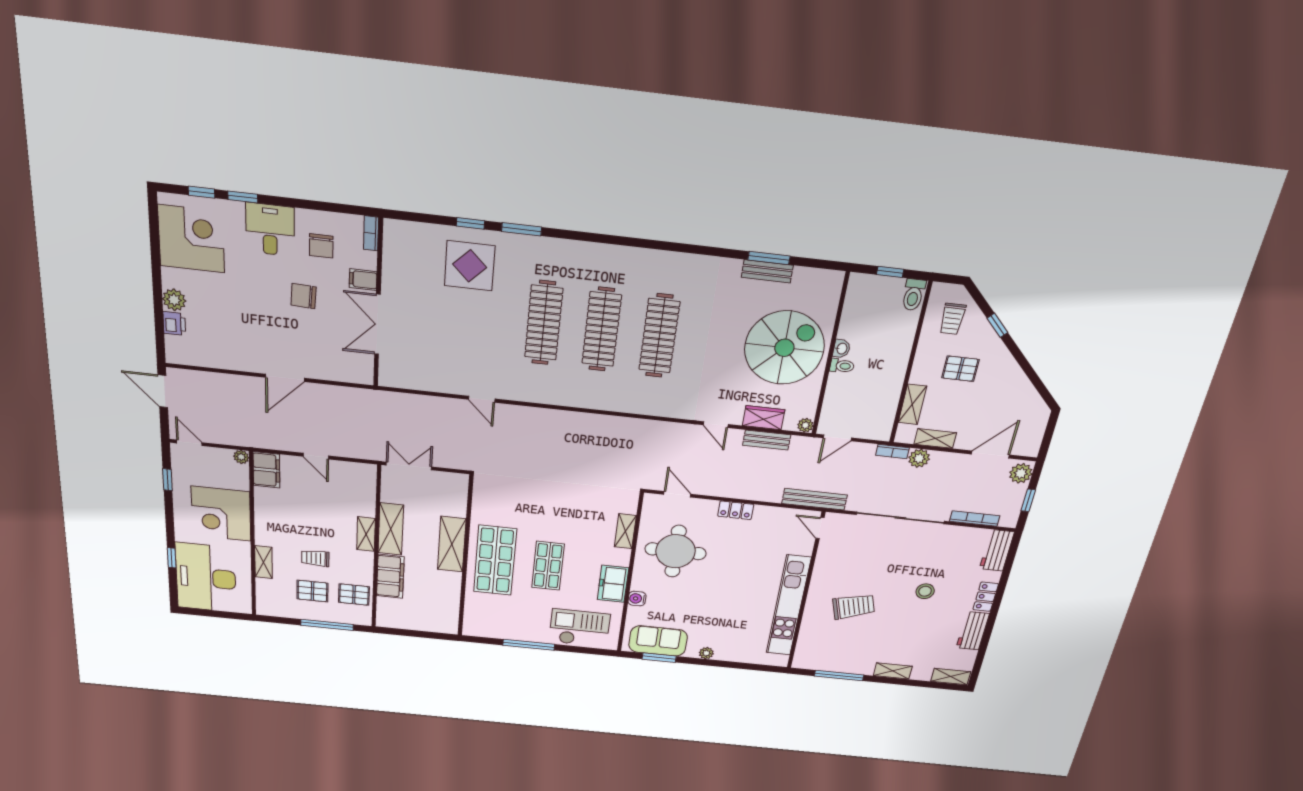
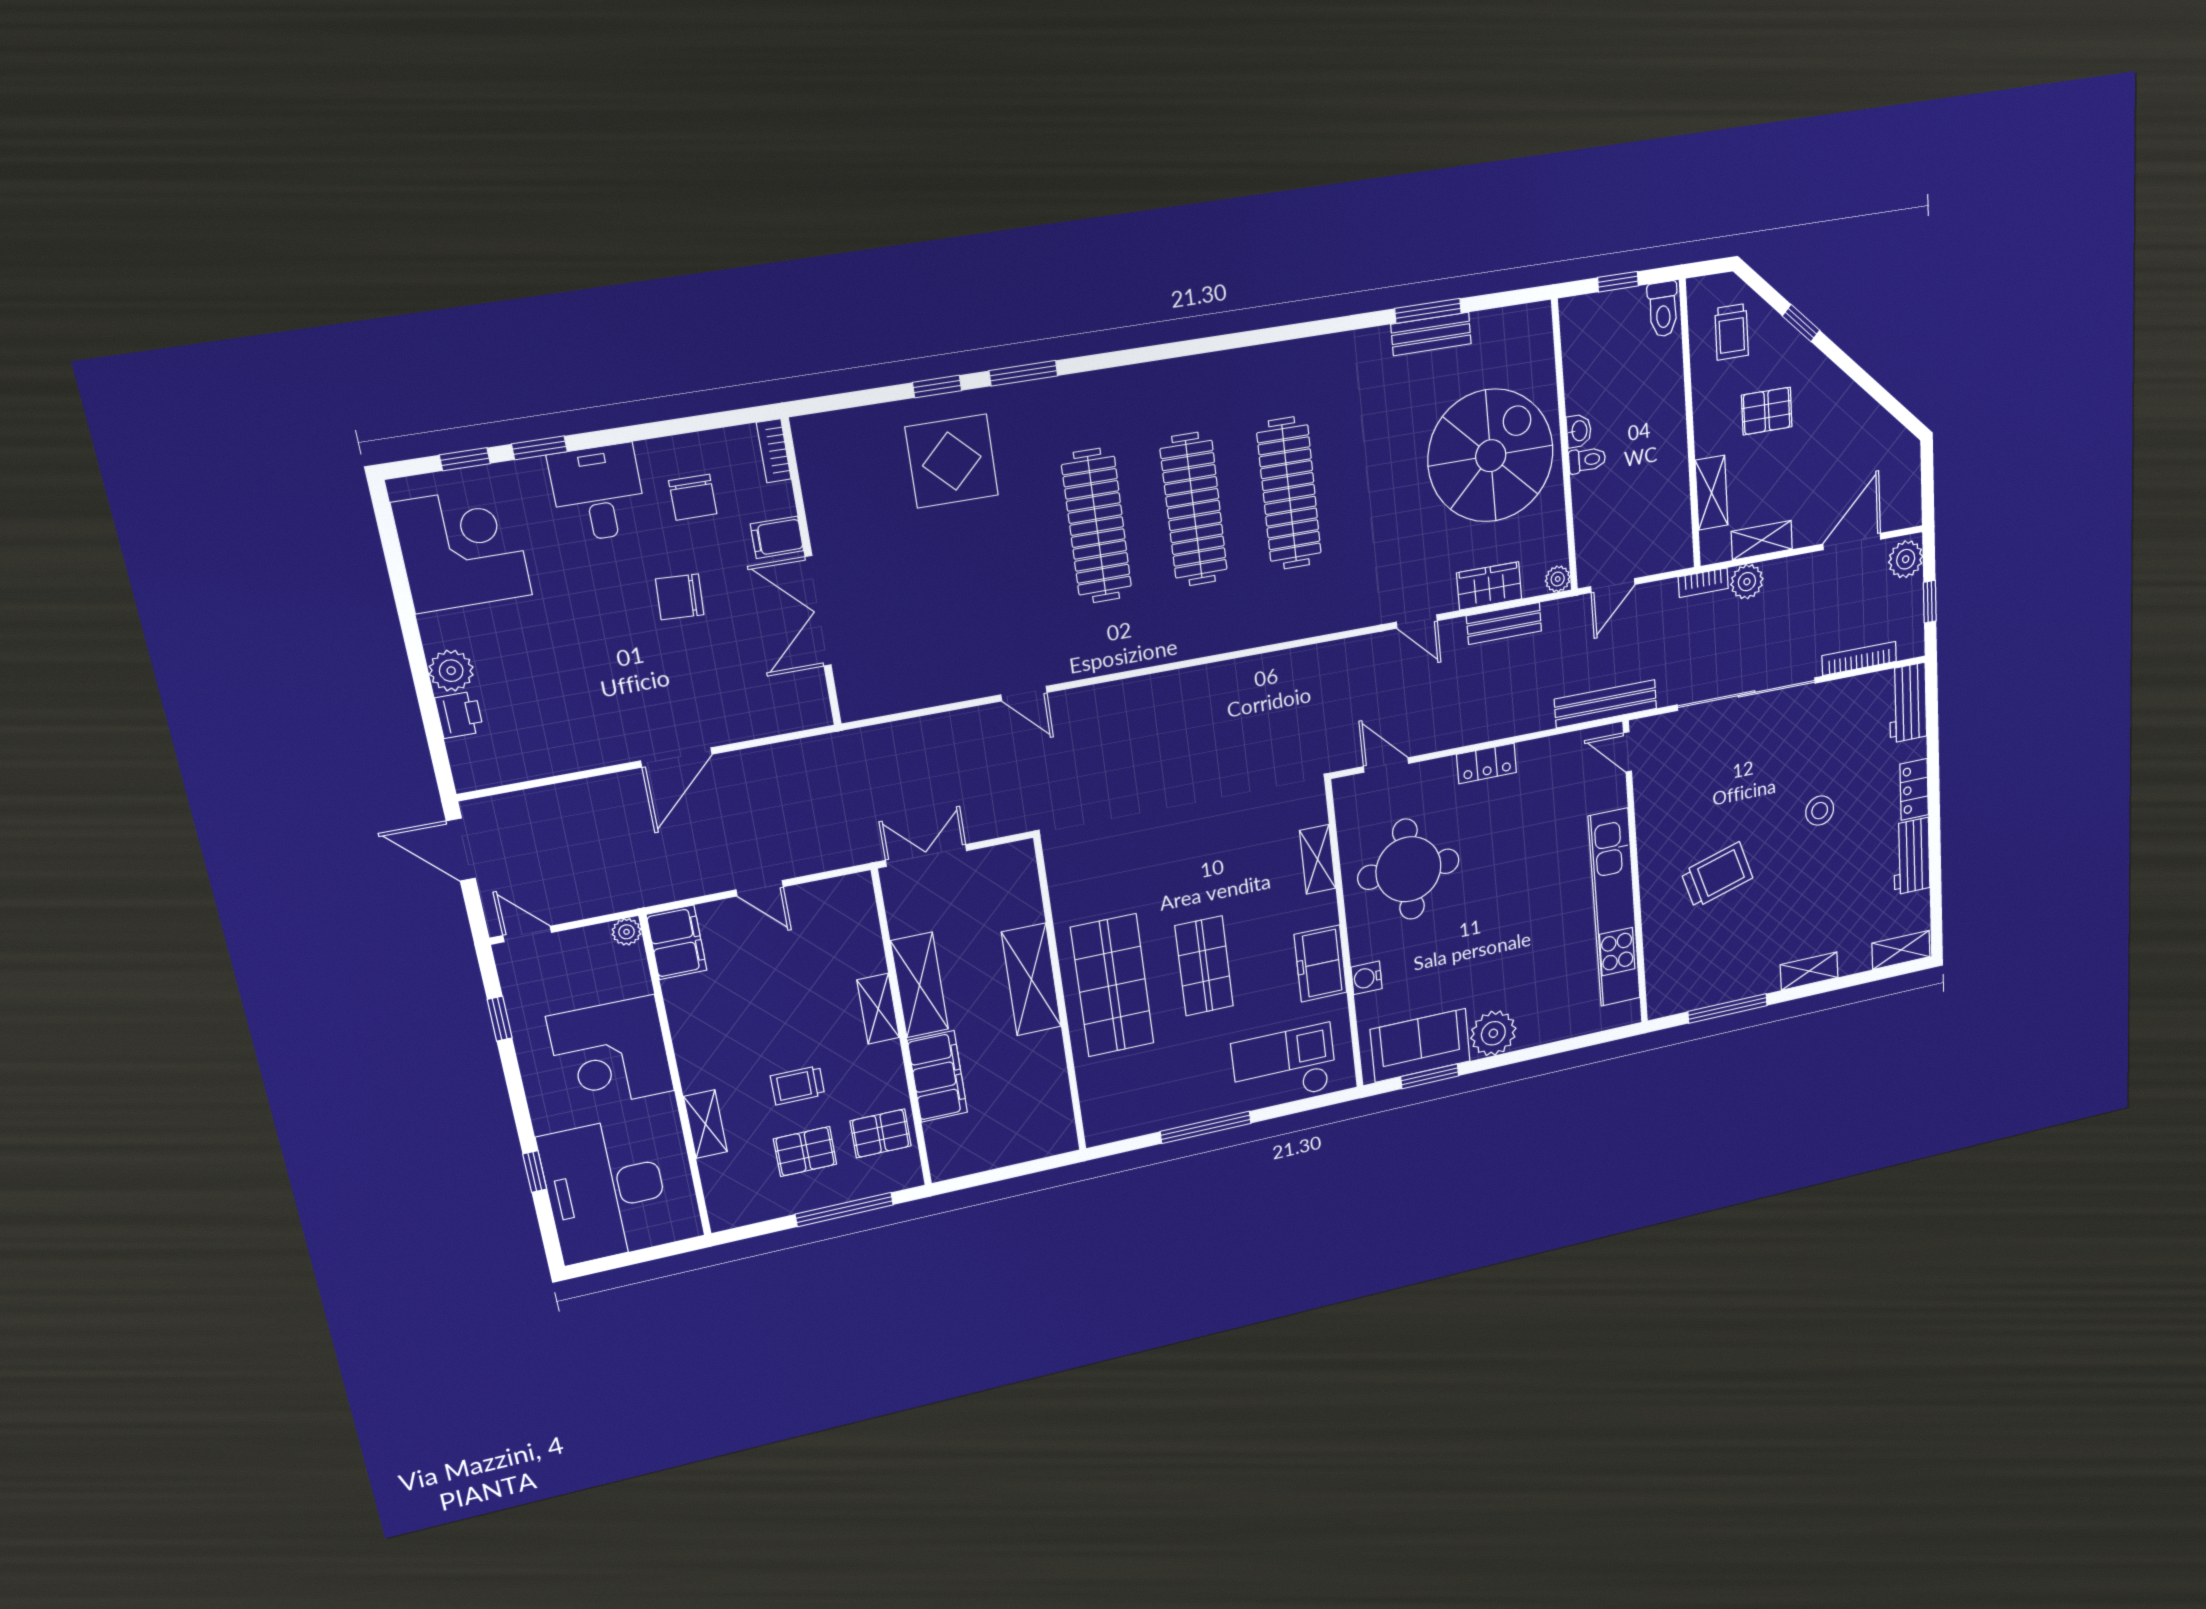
plant: (706, 653) -> (1493, 1033), width x1.88, depth x1.88

